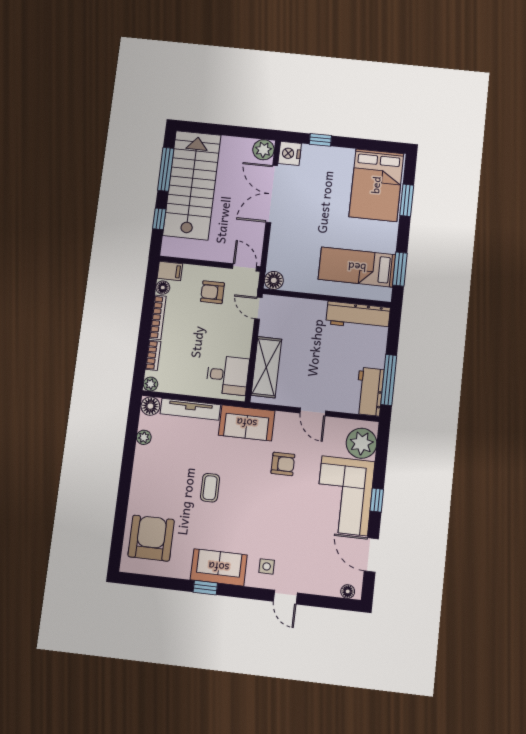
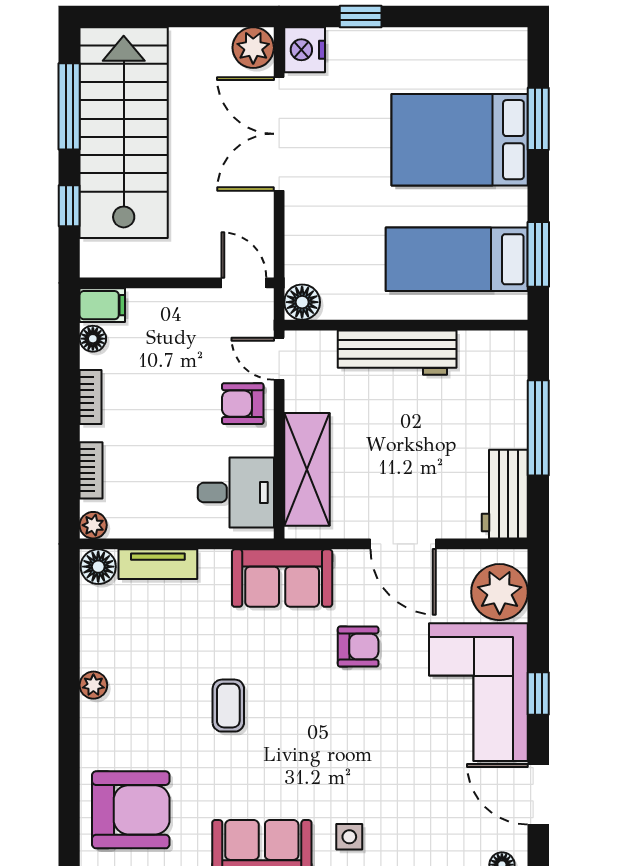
bed: (376, 185) -> (460, 140), moved, turned 90
armchair: (212, 292) -> (243, 404), moved
workbench: (358, 316) -> (397, 353), moved
bookcase: (158, 317) -> (91, 397), width x0.64
window: (389, 380) -> (538, 428), moved
tv unit: (190, 409) -> (158, 564), width x0.71
door: (313, 412) -> (403, 544), width x1.38
plant: (144, 437) -> (93, 685), moved
armchair: (151, 538) -> (131, 810), turned 90

